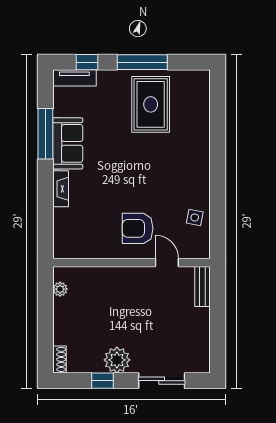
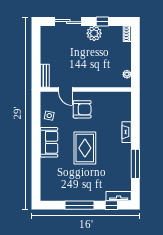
rug: (151, 104) -> (85, 148), moved
sofa: (68, 143) -> (49, 142), moved, turned 180

